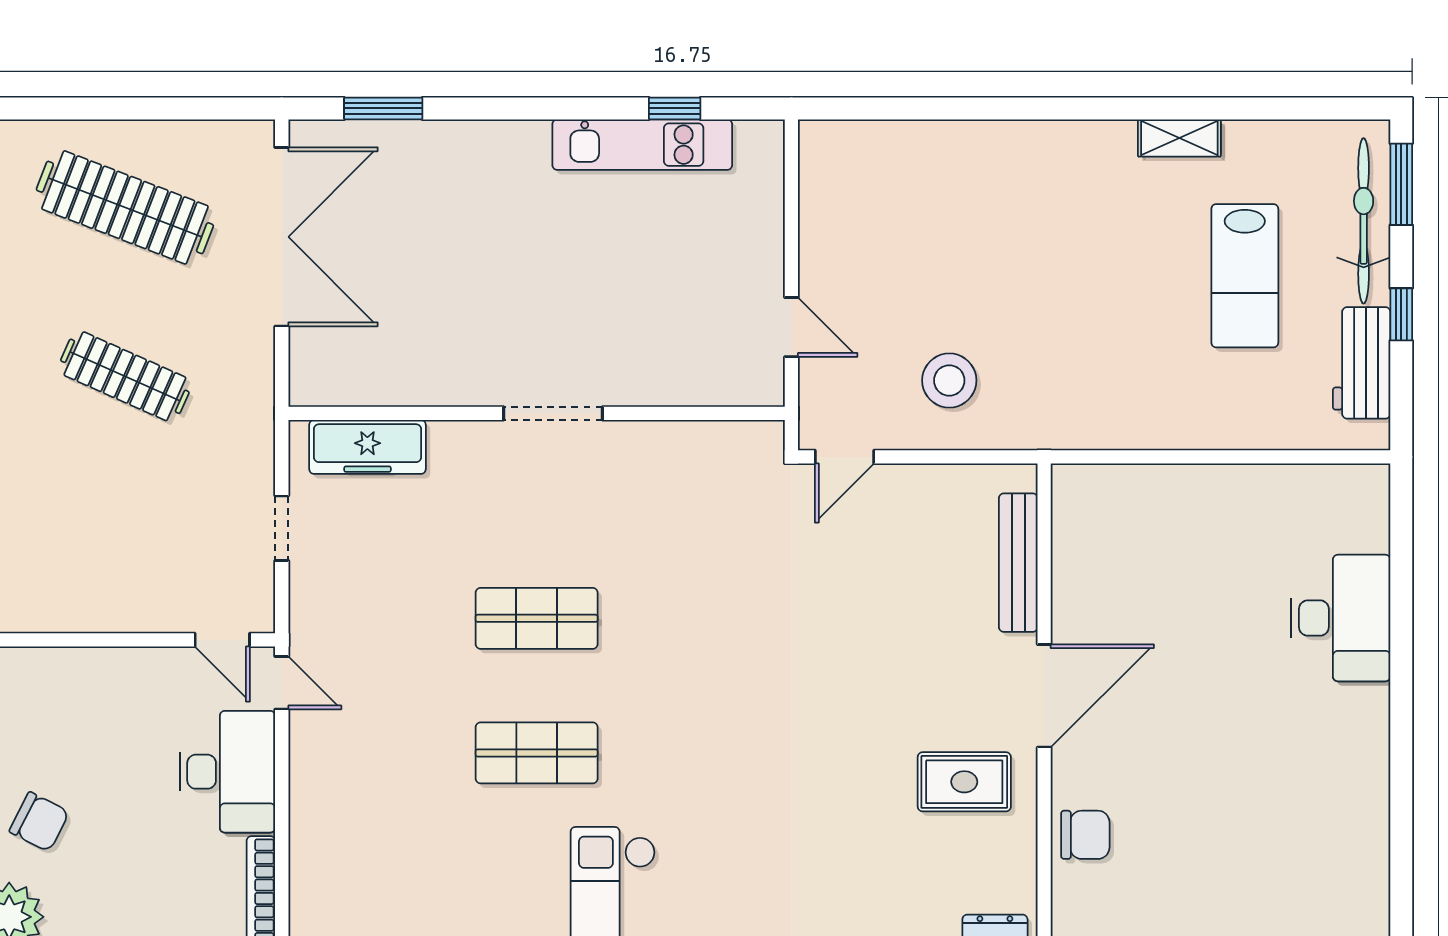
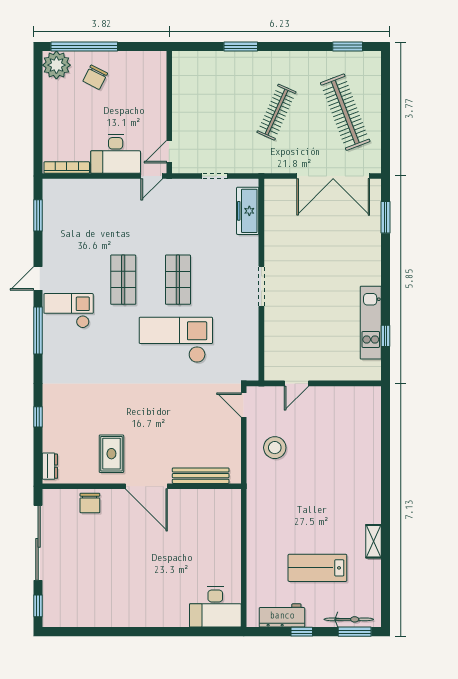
clothes rail: (125, 207) -> (345, 112), turned -42
bicycle: (1364, 221) -> (349, 619), width x0.73, depth x0.71
desk: (1341, 618) -> (215, 607), moved
checkout: (685, 624) -> (176, 340), added

